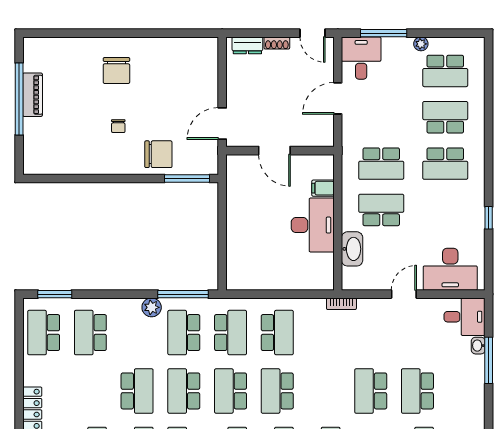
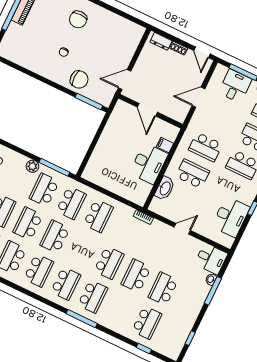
desk: (361, 58) -> (235, 86), moved
desk: (450, 269) -> (231, 217), moved, turned -90
school desk: (277, 391) -> (109, 263), moved, turned 180

